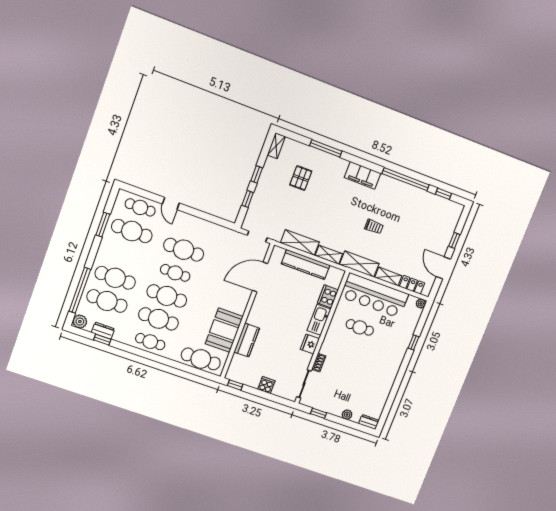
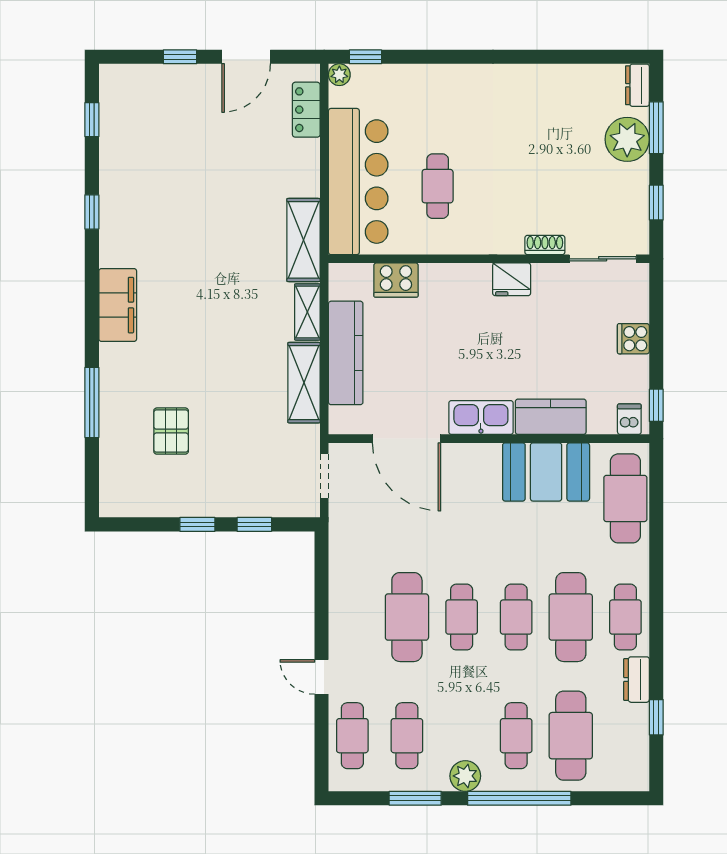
shelving: (276, 146) -> (125, 506), removed
pallet: (301, 178) -> (171, 431), turned 90
window: (406, 179) -> (92, 212), width x0.32
door: (171, 204) -> (321, 677), swing flipped
trolley: (374, 227) -> (214, 240), removed
cafe table: (132, 231) -> (407, 736), width x0.73, depth x0.74
shelving: (388, 277) -> (307, 168), removed
cafe table: (115, 278) -> (516, 736), width x0.73, depth x0.74
window: (80, 290) -> (519, 798), moved
cafe table: (167, 296) -> (516, 617), width x0.73, depth x0.74
kitchen sink: (319, 320) -> (481, 418), moved, turned 180
plant: (80, 322) -> (465, 776), moved
dresser: (103, 331) -> (637, 680), moved
window: (413, 342) -> (365, 57), moved
dishwasher: (233, 372) -> (629, 419), added
plant: (347, 415) -> (627, 139), width x1.87, depth x1.87
window: (349, 424) -> (656, 128), added

